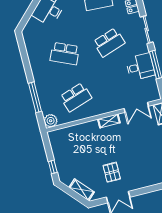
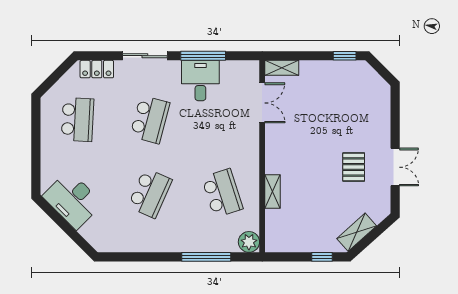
school desk: (109, 42) -> (150, 120), turned 33
shelving: (109, 121) -> (272, 191), moved
pallet: (112, 172) -> (354, 167), turned 90
shelving: (82, 190) -> (357, 232), moved

